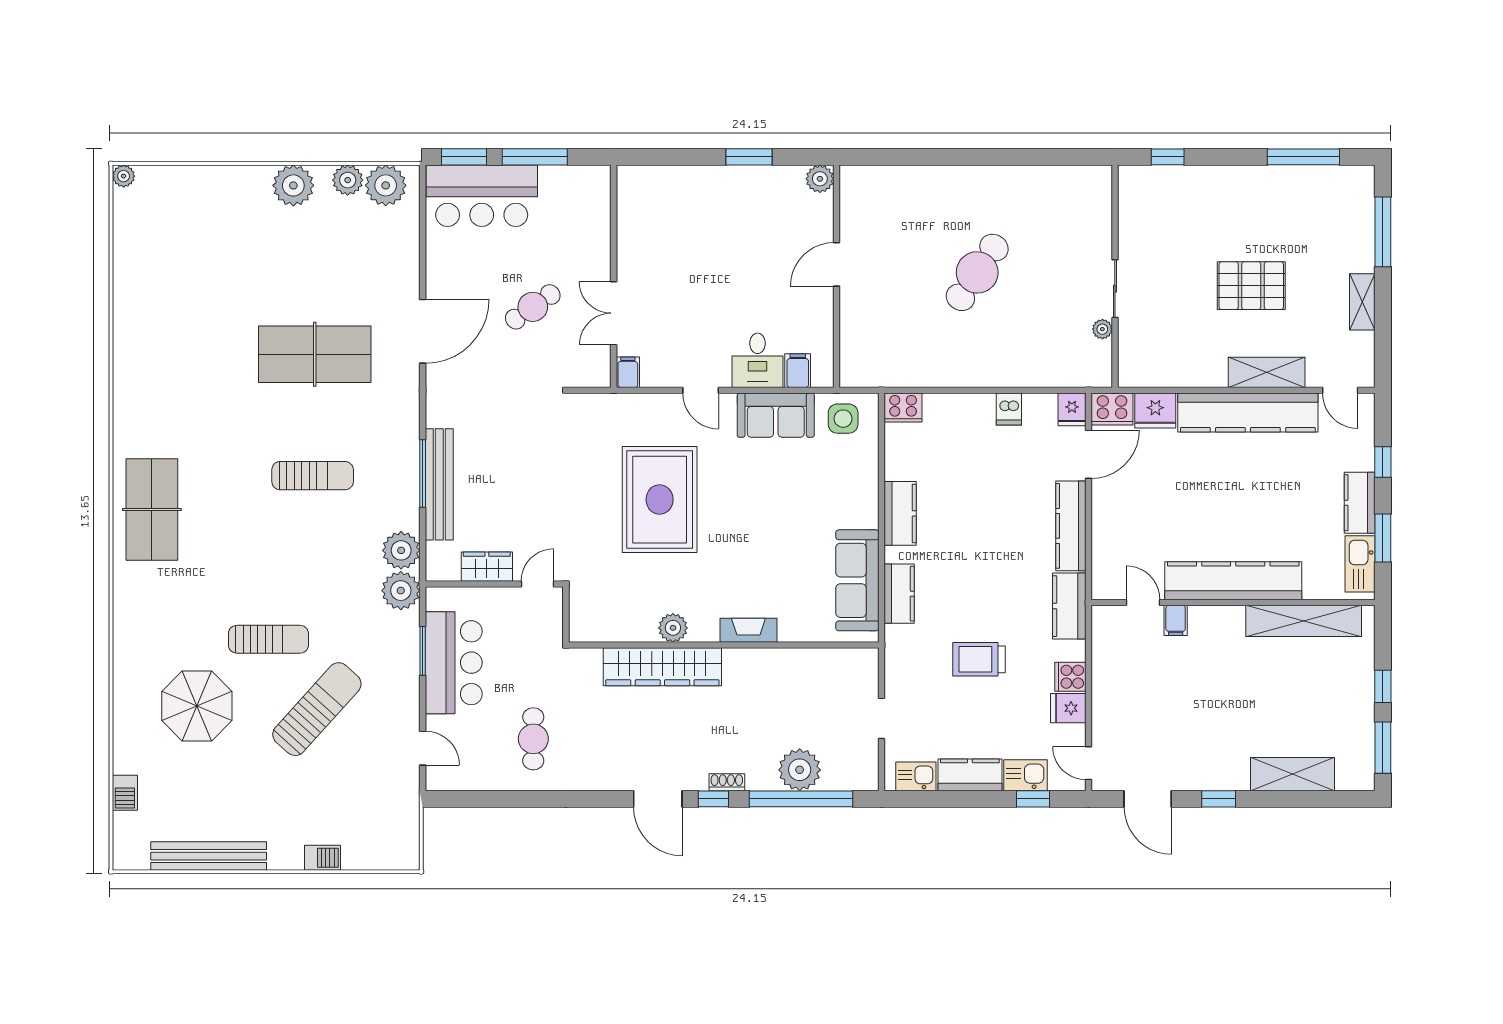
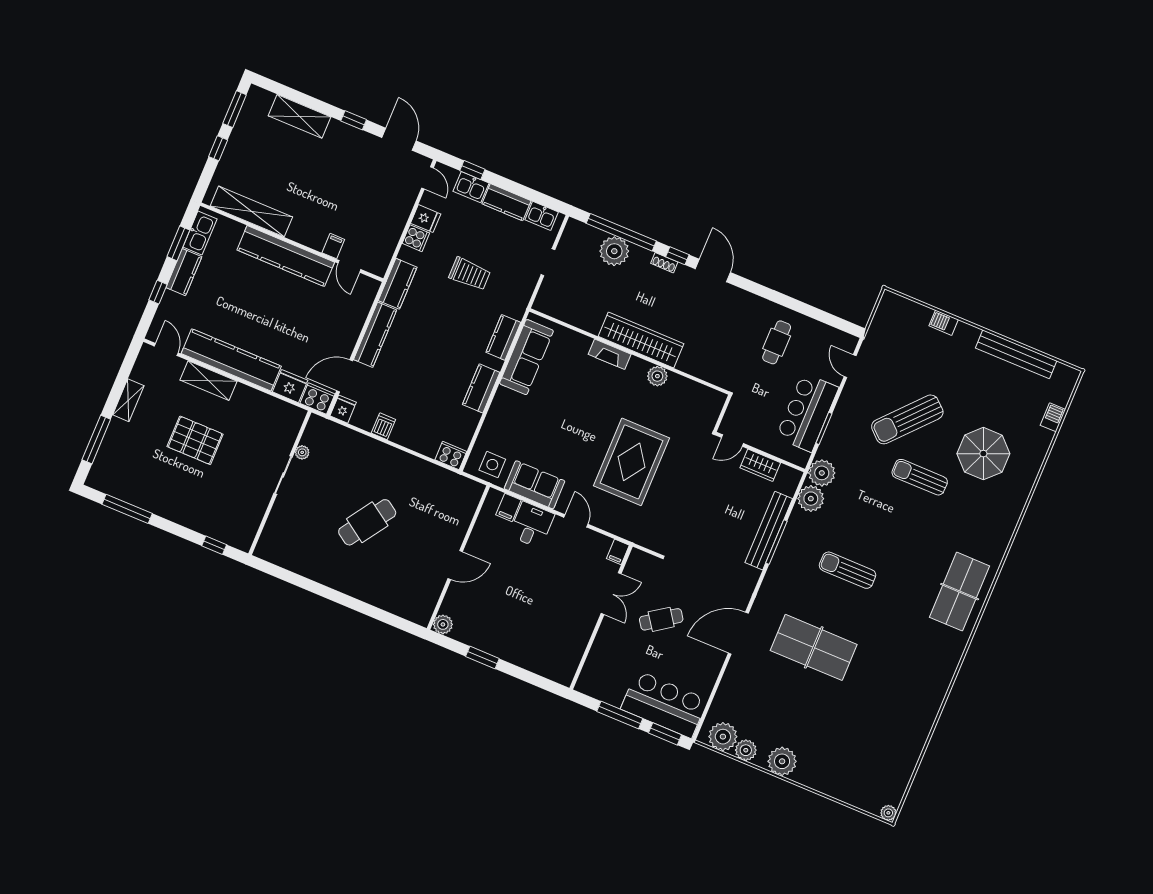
wardrobe: (662, 667) -> (641, 340), moved

